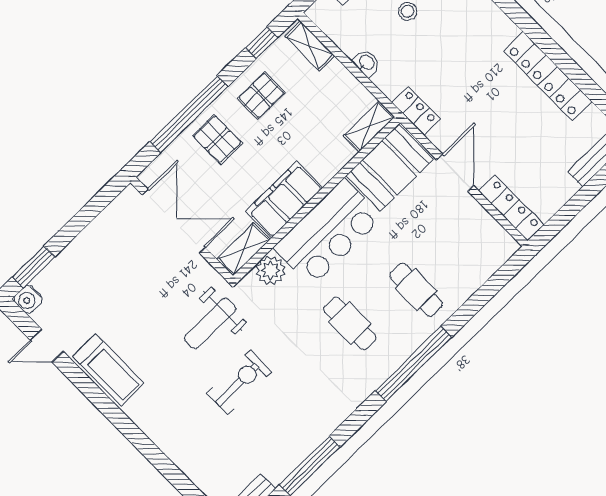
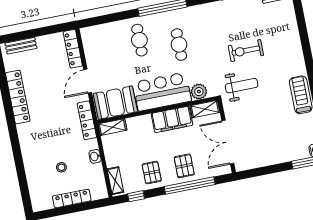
pallet: (261, 96) -> (152, 173), turned 90
locker: (416, 111) -> (87, 120), width x1.53

